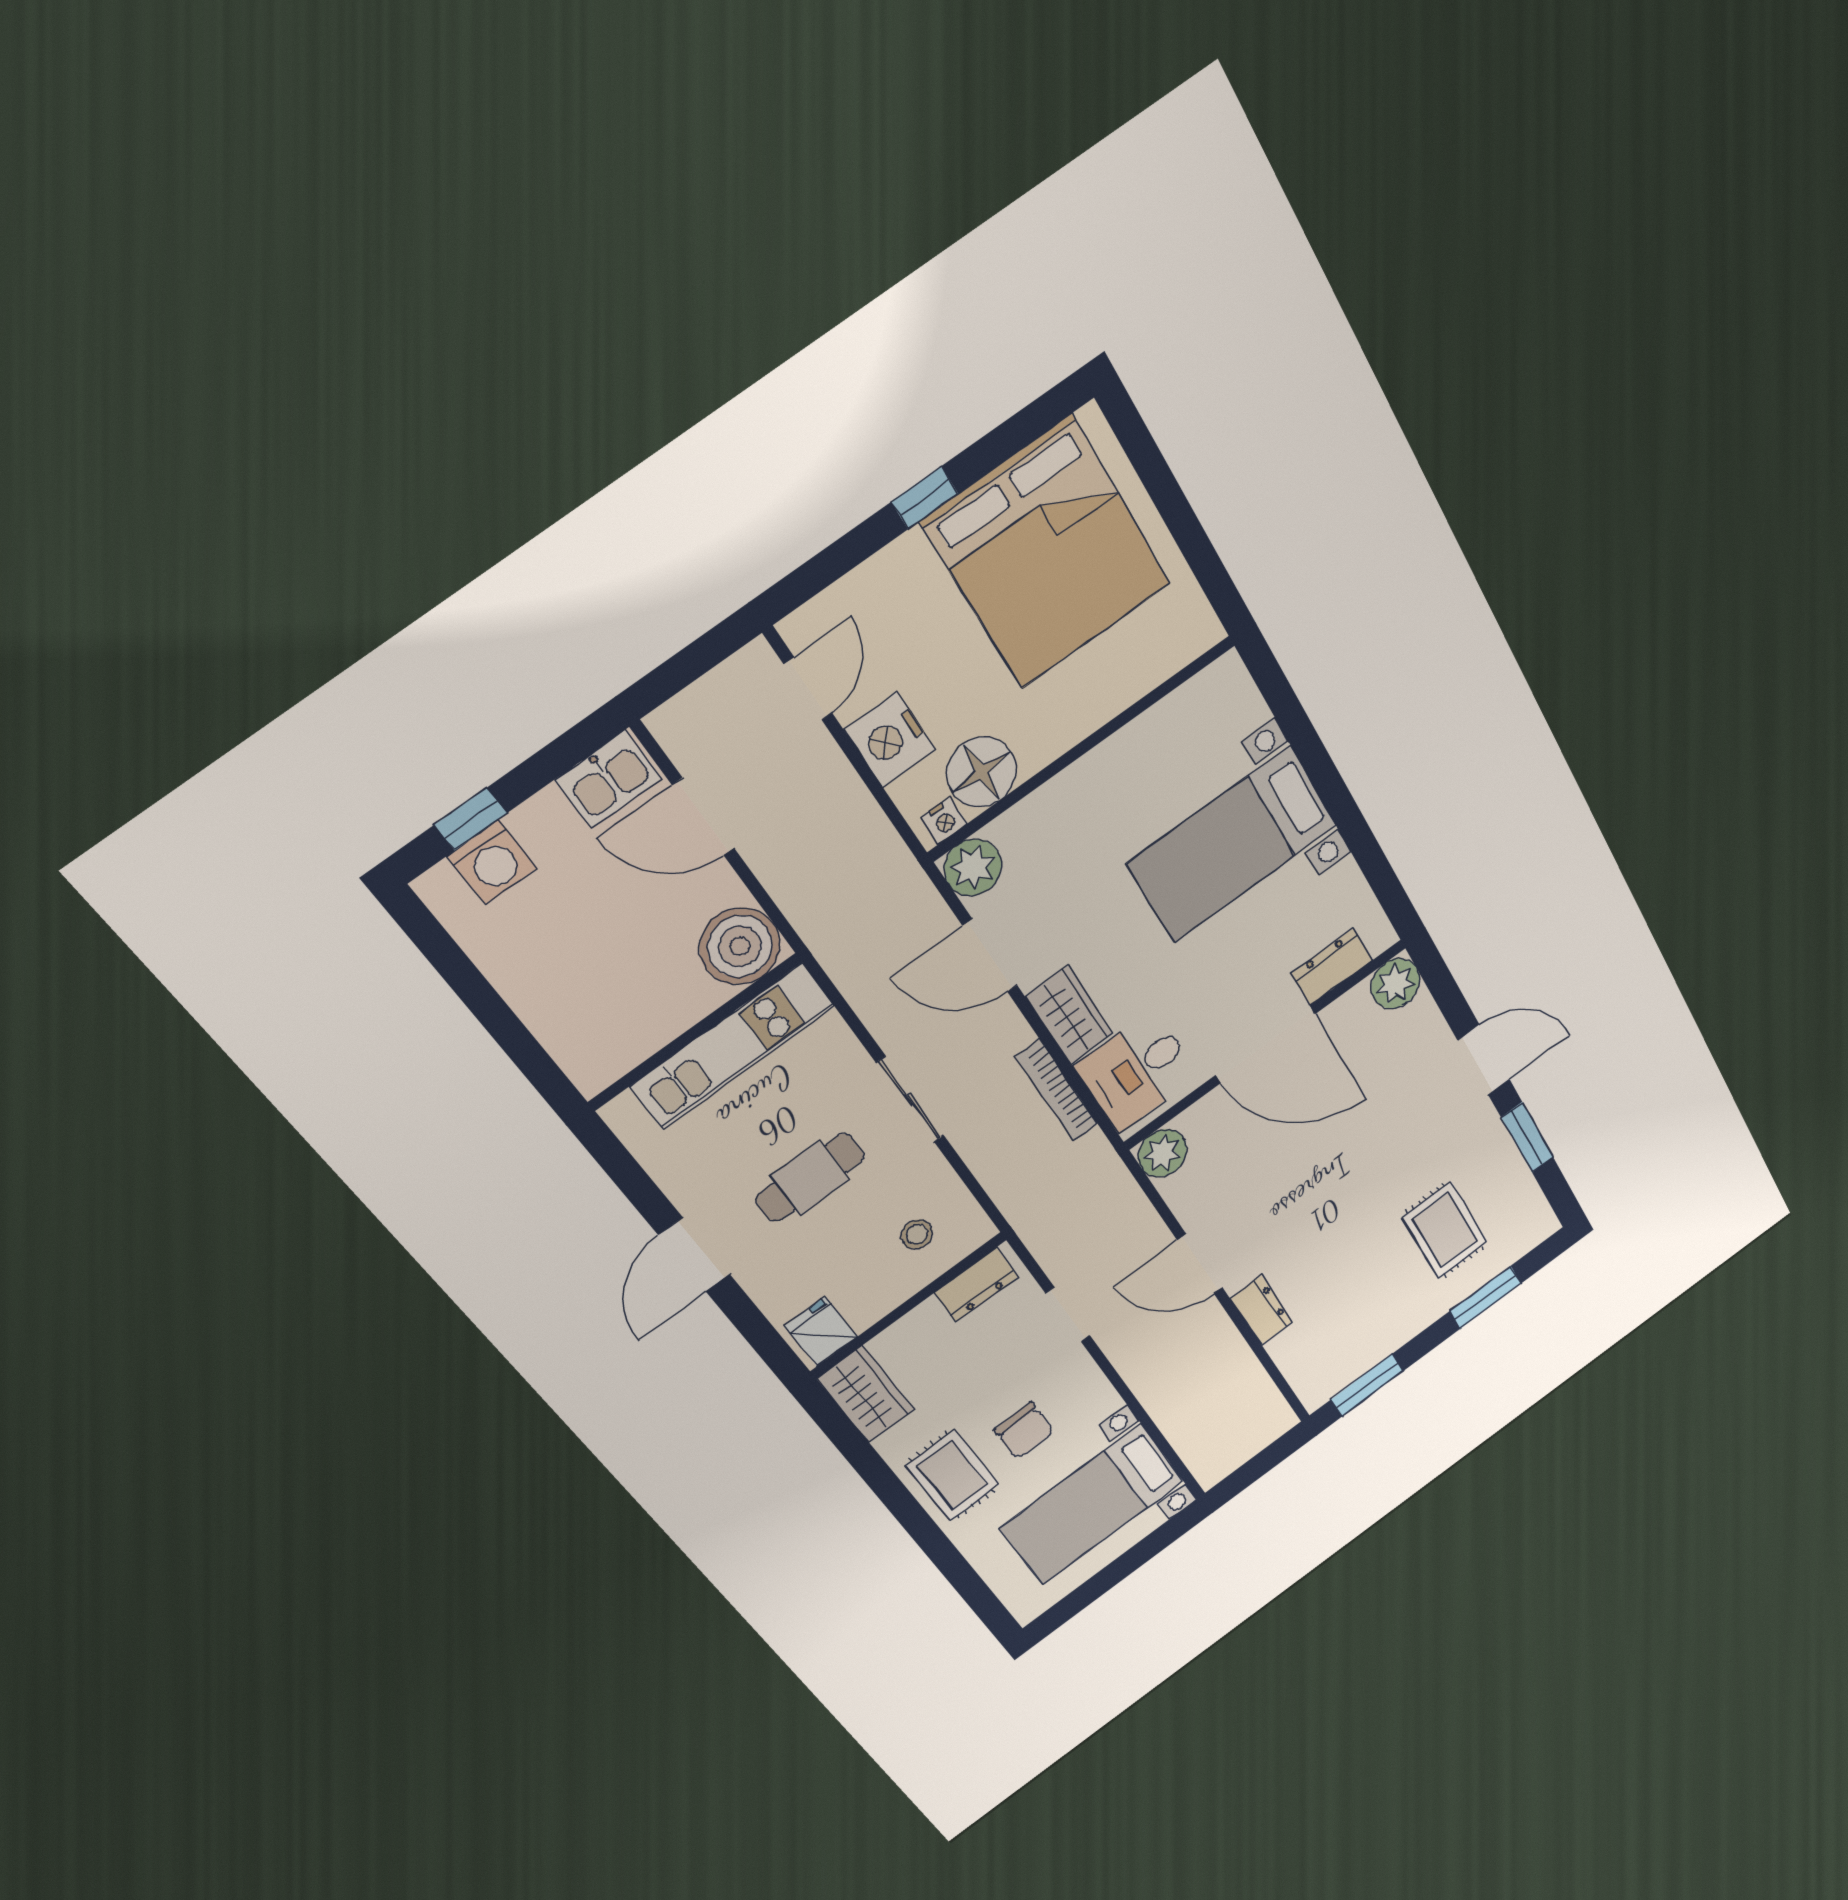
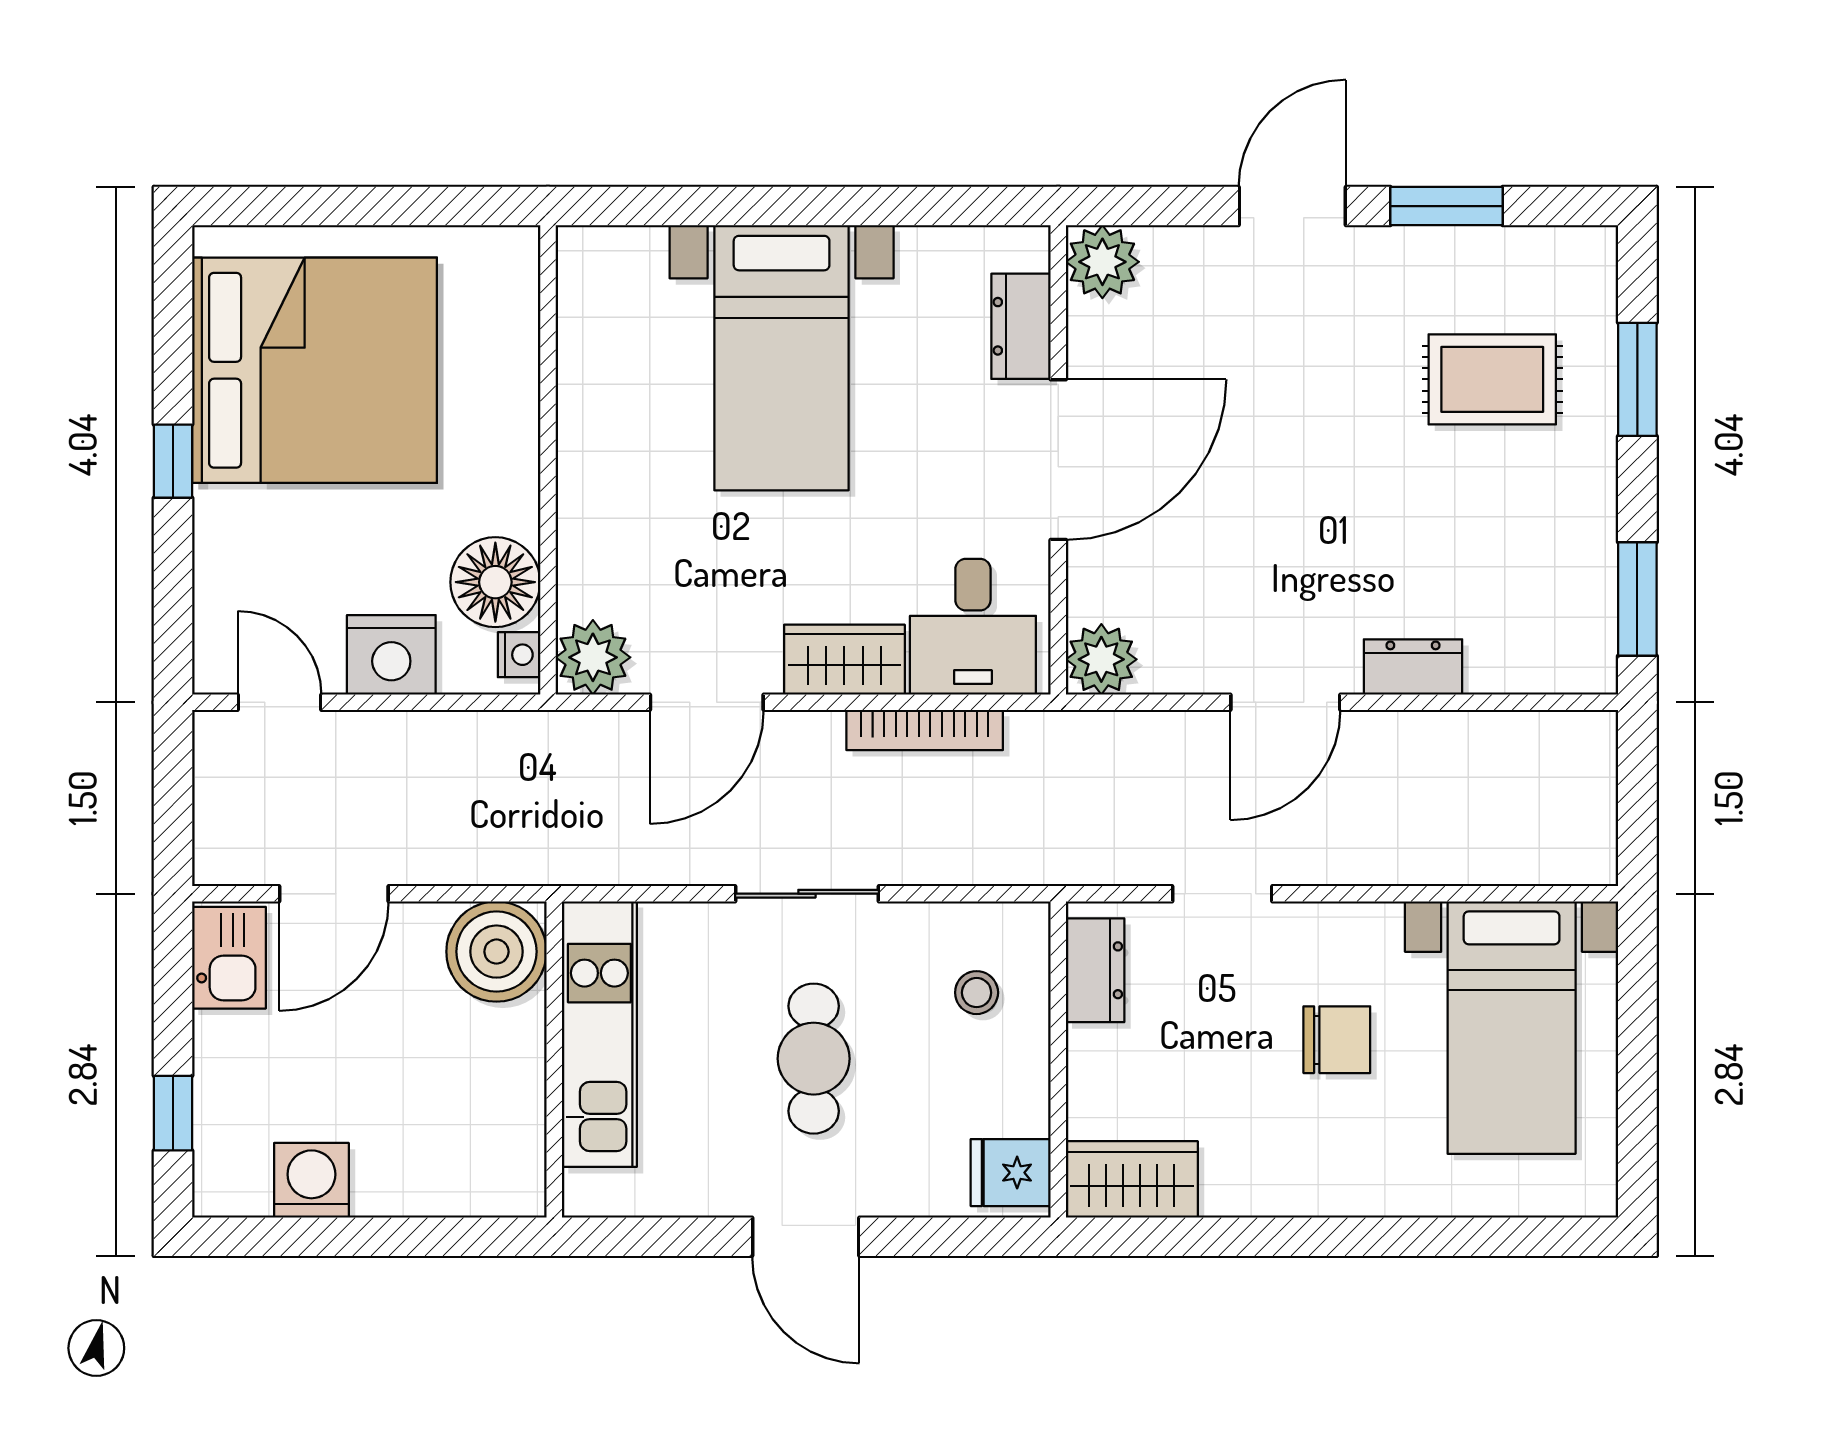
washing machine: (492, 862) -> (311, 1180), moved, turned -90
rug: (952, 1475) -> (1325, 1157), removed

